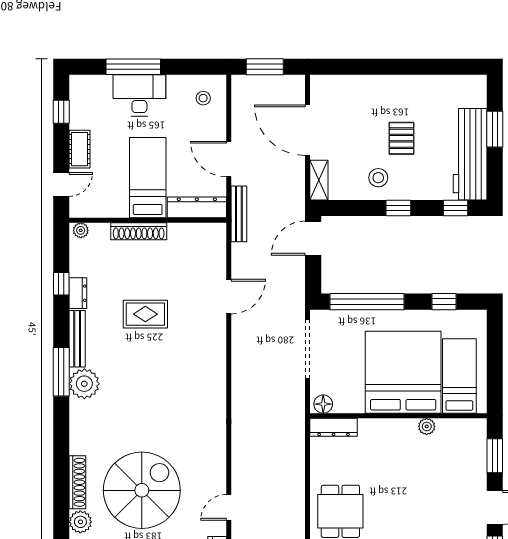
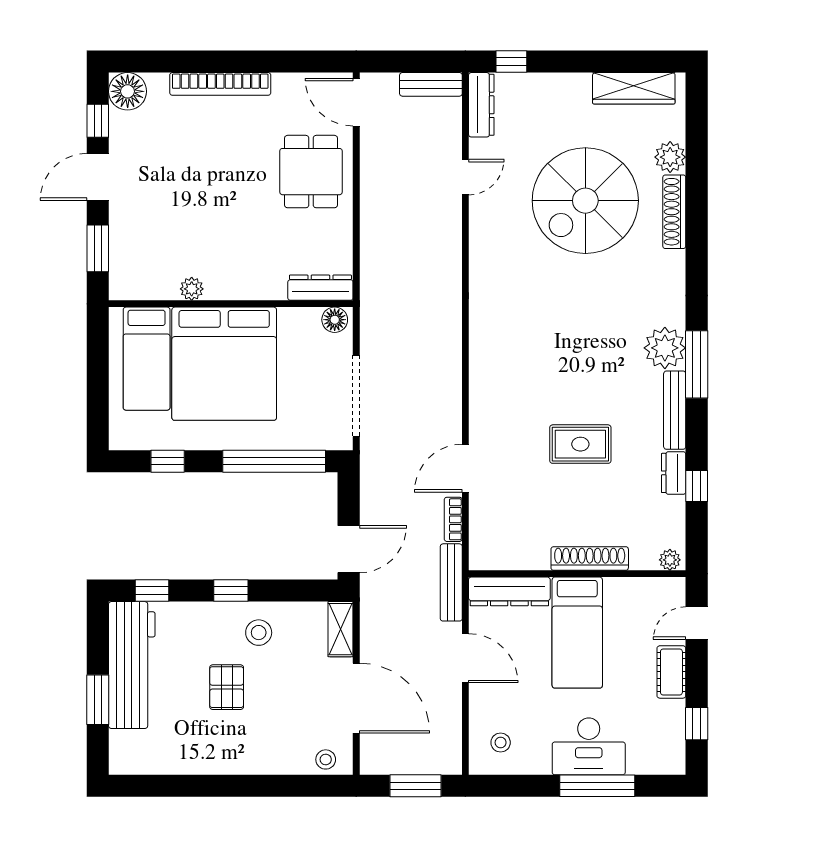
stool: (330, 86) -> (326, 759), added
bookcase: (237, 260) -> (453, 519), added

